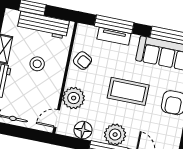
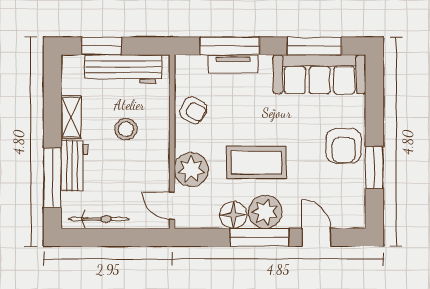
coffee table: (128, 91) -> (256, 162), moved
door: (57, 119) -> (172, 206), hinge flipped
floor lamp: (83, 130) -> (233, 215), moved

